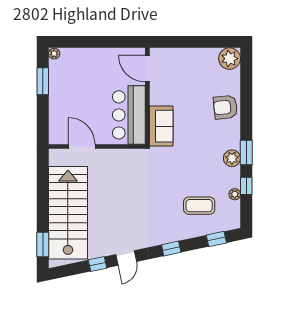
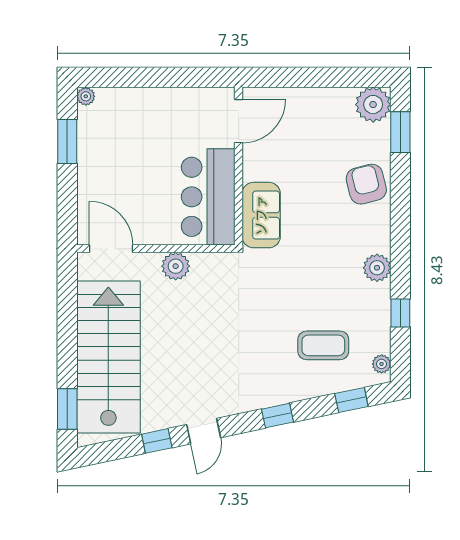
door: (147, 69) -> (239, 121), swing flipped
armchair: (225, 107) -> (366, 184), turned 82
door: (82, 147) -> (111, 249), moved
window: (246, 153) -> (400, 132), moved
plant: (109, 157) -> (176, 266), added
plant: (235, 194) -> (382, 364), moved

